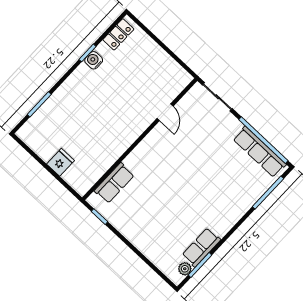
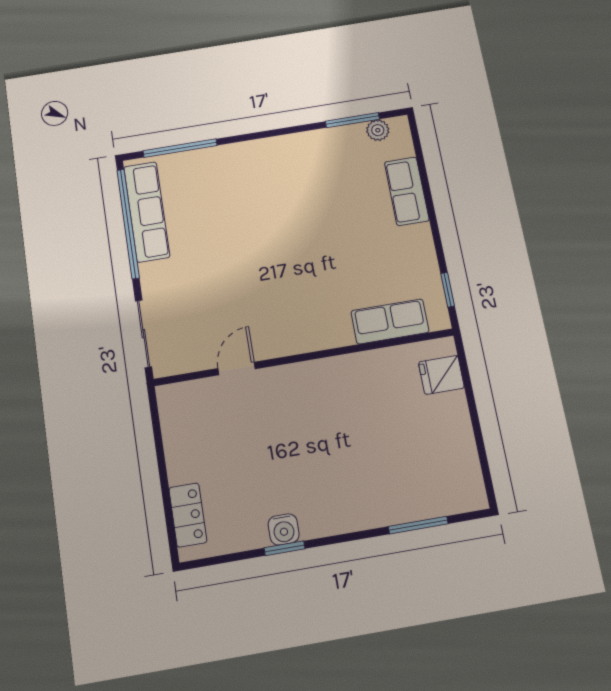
locker: (118, 34) -> (188, 515), moved, turned 90
fridge: (60, 162) -> (441, 375), moved
row of seats: (201, 247) -> (407, 191), moved, turned 90

